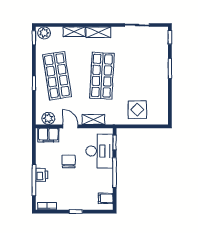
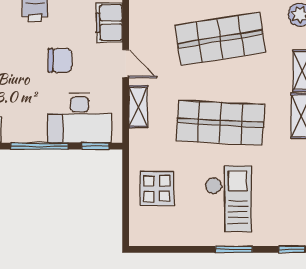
checkout: (143, 71) -> (228, 199), added
plant: (48, 118) -> (140, 22), removed
door: (70, 126) -> (126, 64), hinge flipped

